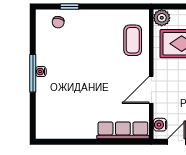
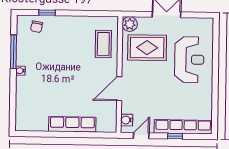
window: (33, 73) -> (13, 52), moved
row of seats: (123, 130) -> (72, 124), moved

